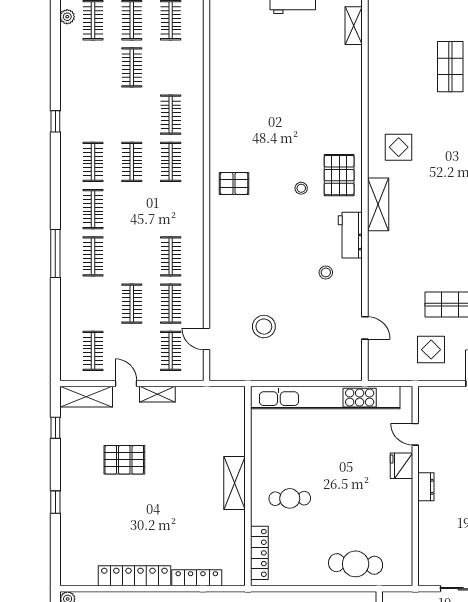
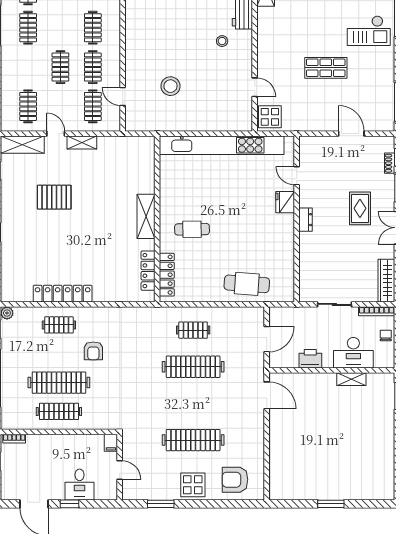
display table: (431, 350) -> (270, 117), moved
locker: (197, 578) -> (148, 271), moved, turned -90

